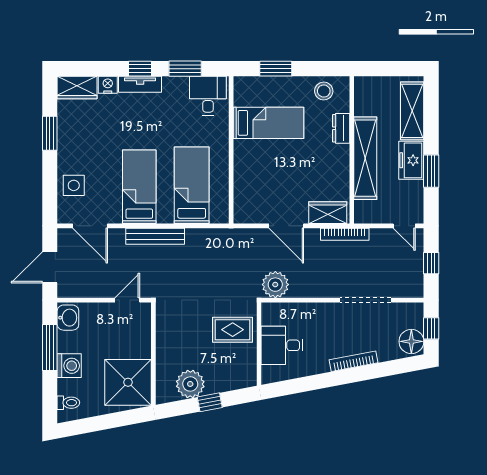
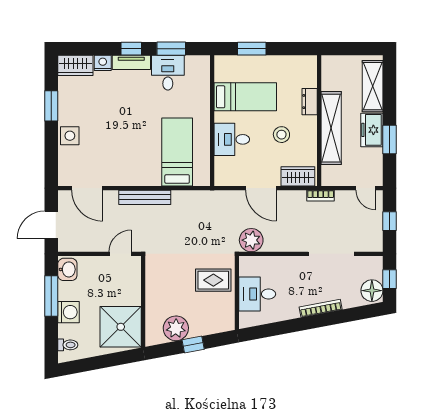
stool: (324, 91) -> (281, 135), moved
desk: (208, 96) -> (168, 73), moved
desk: (253, 171) -> (232, 139), added
side table: (74, 185) -> (70, 136), moved
bed: (139, 187) -> (131, 153), removed
bookcase: (345, 234) -> (321, 196), width x0.64

